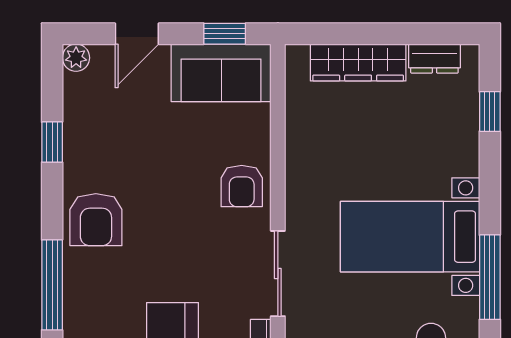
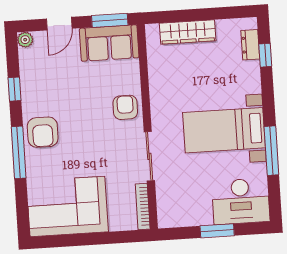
window: (225, 34) -> (110, 20), width x1.50
dresser: (434, 59) -> (250, 45), moved, turned 90
armchair: (242, 186) -> (125, 107), turned 180
window: (52, 285) -> (19, 152), moved

